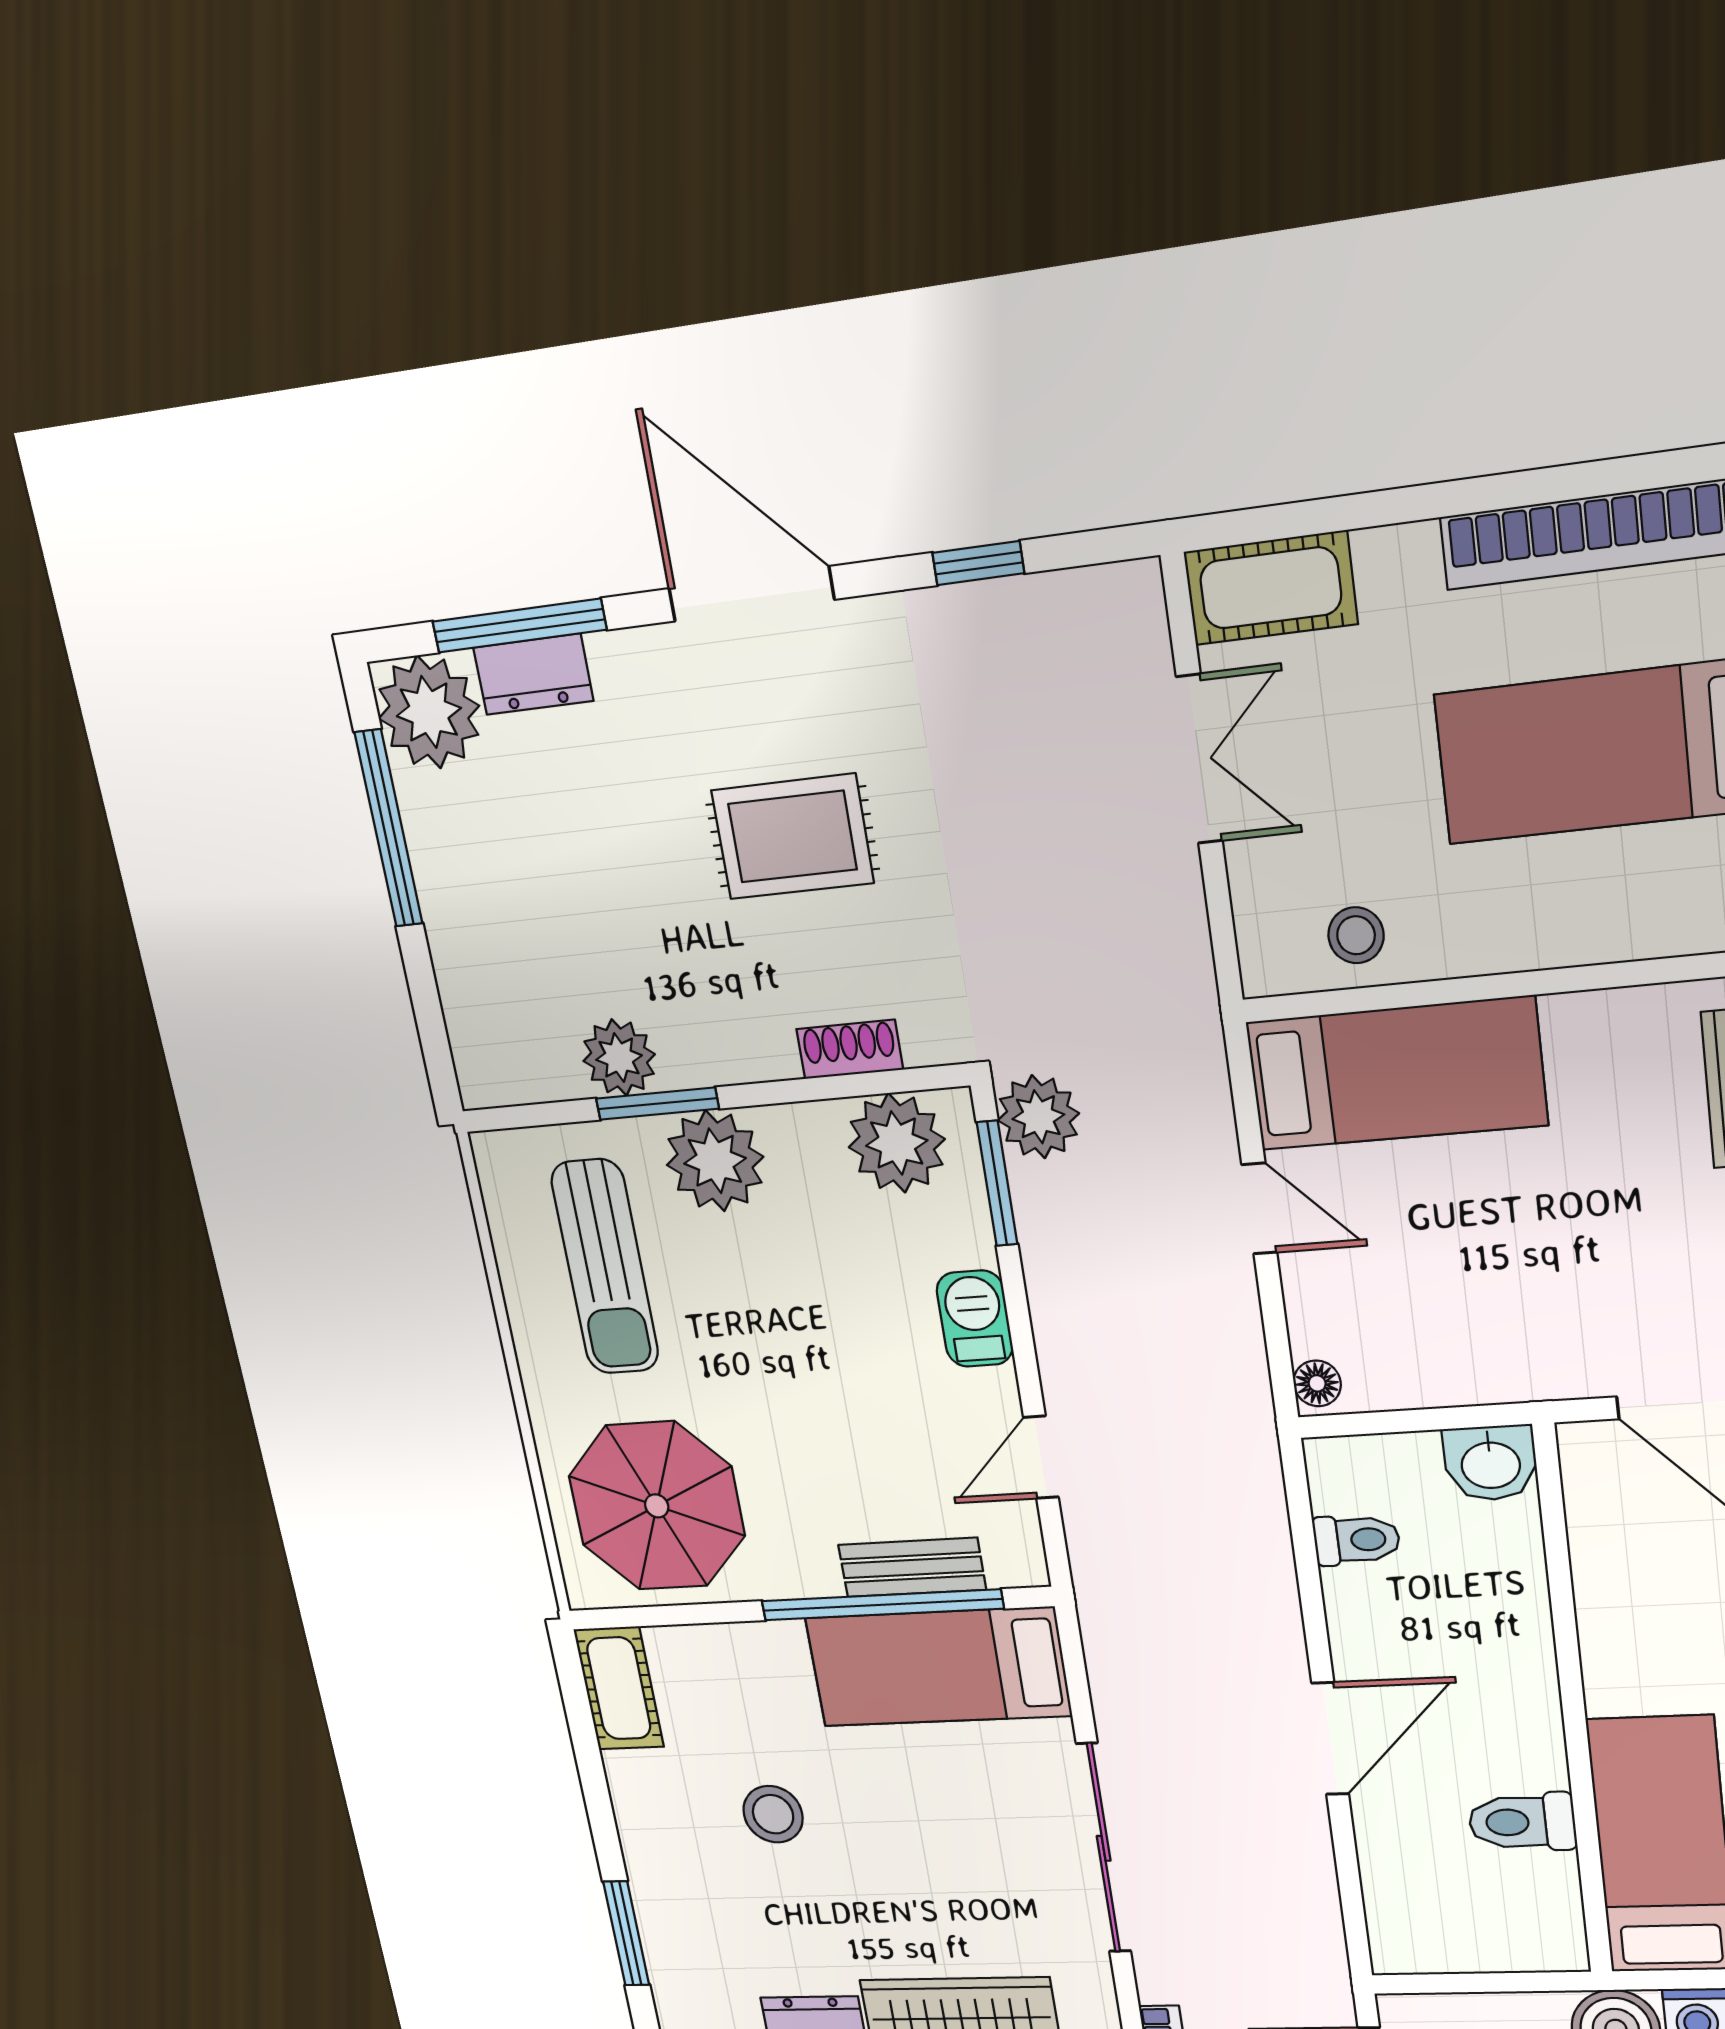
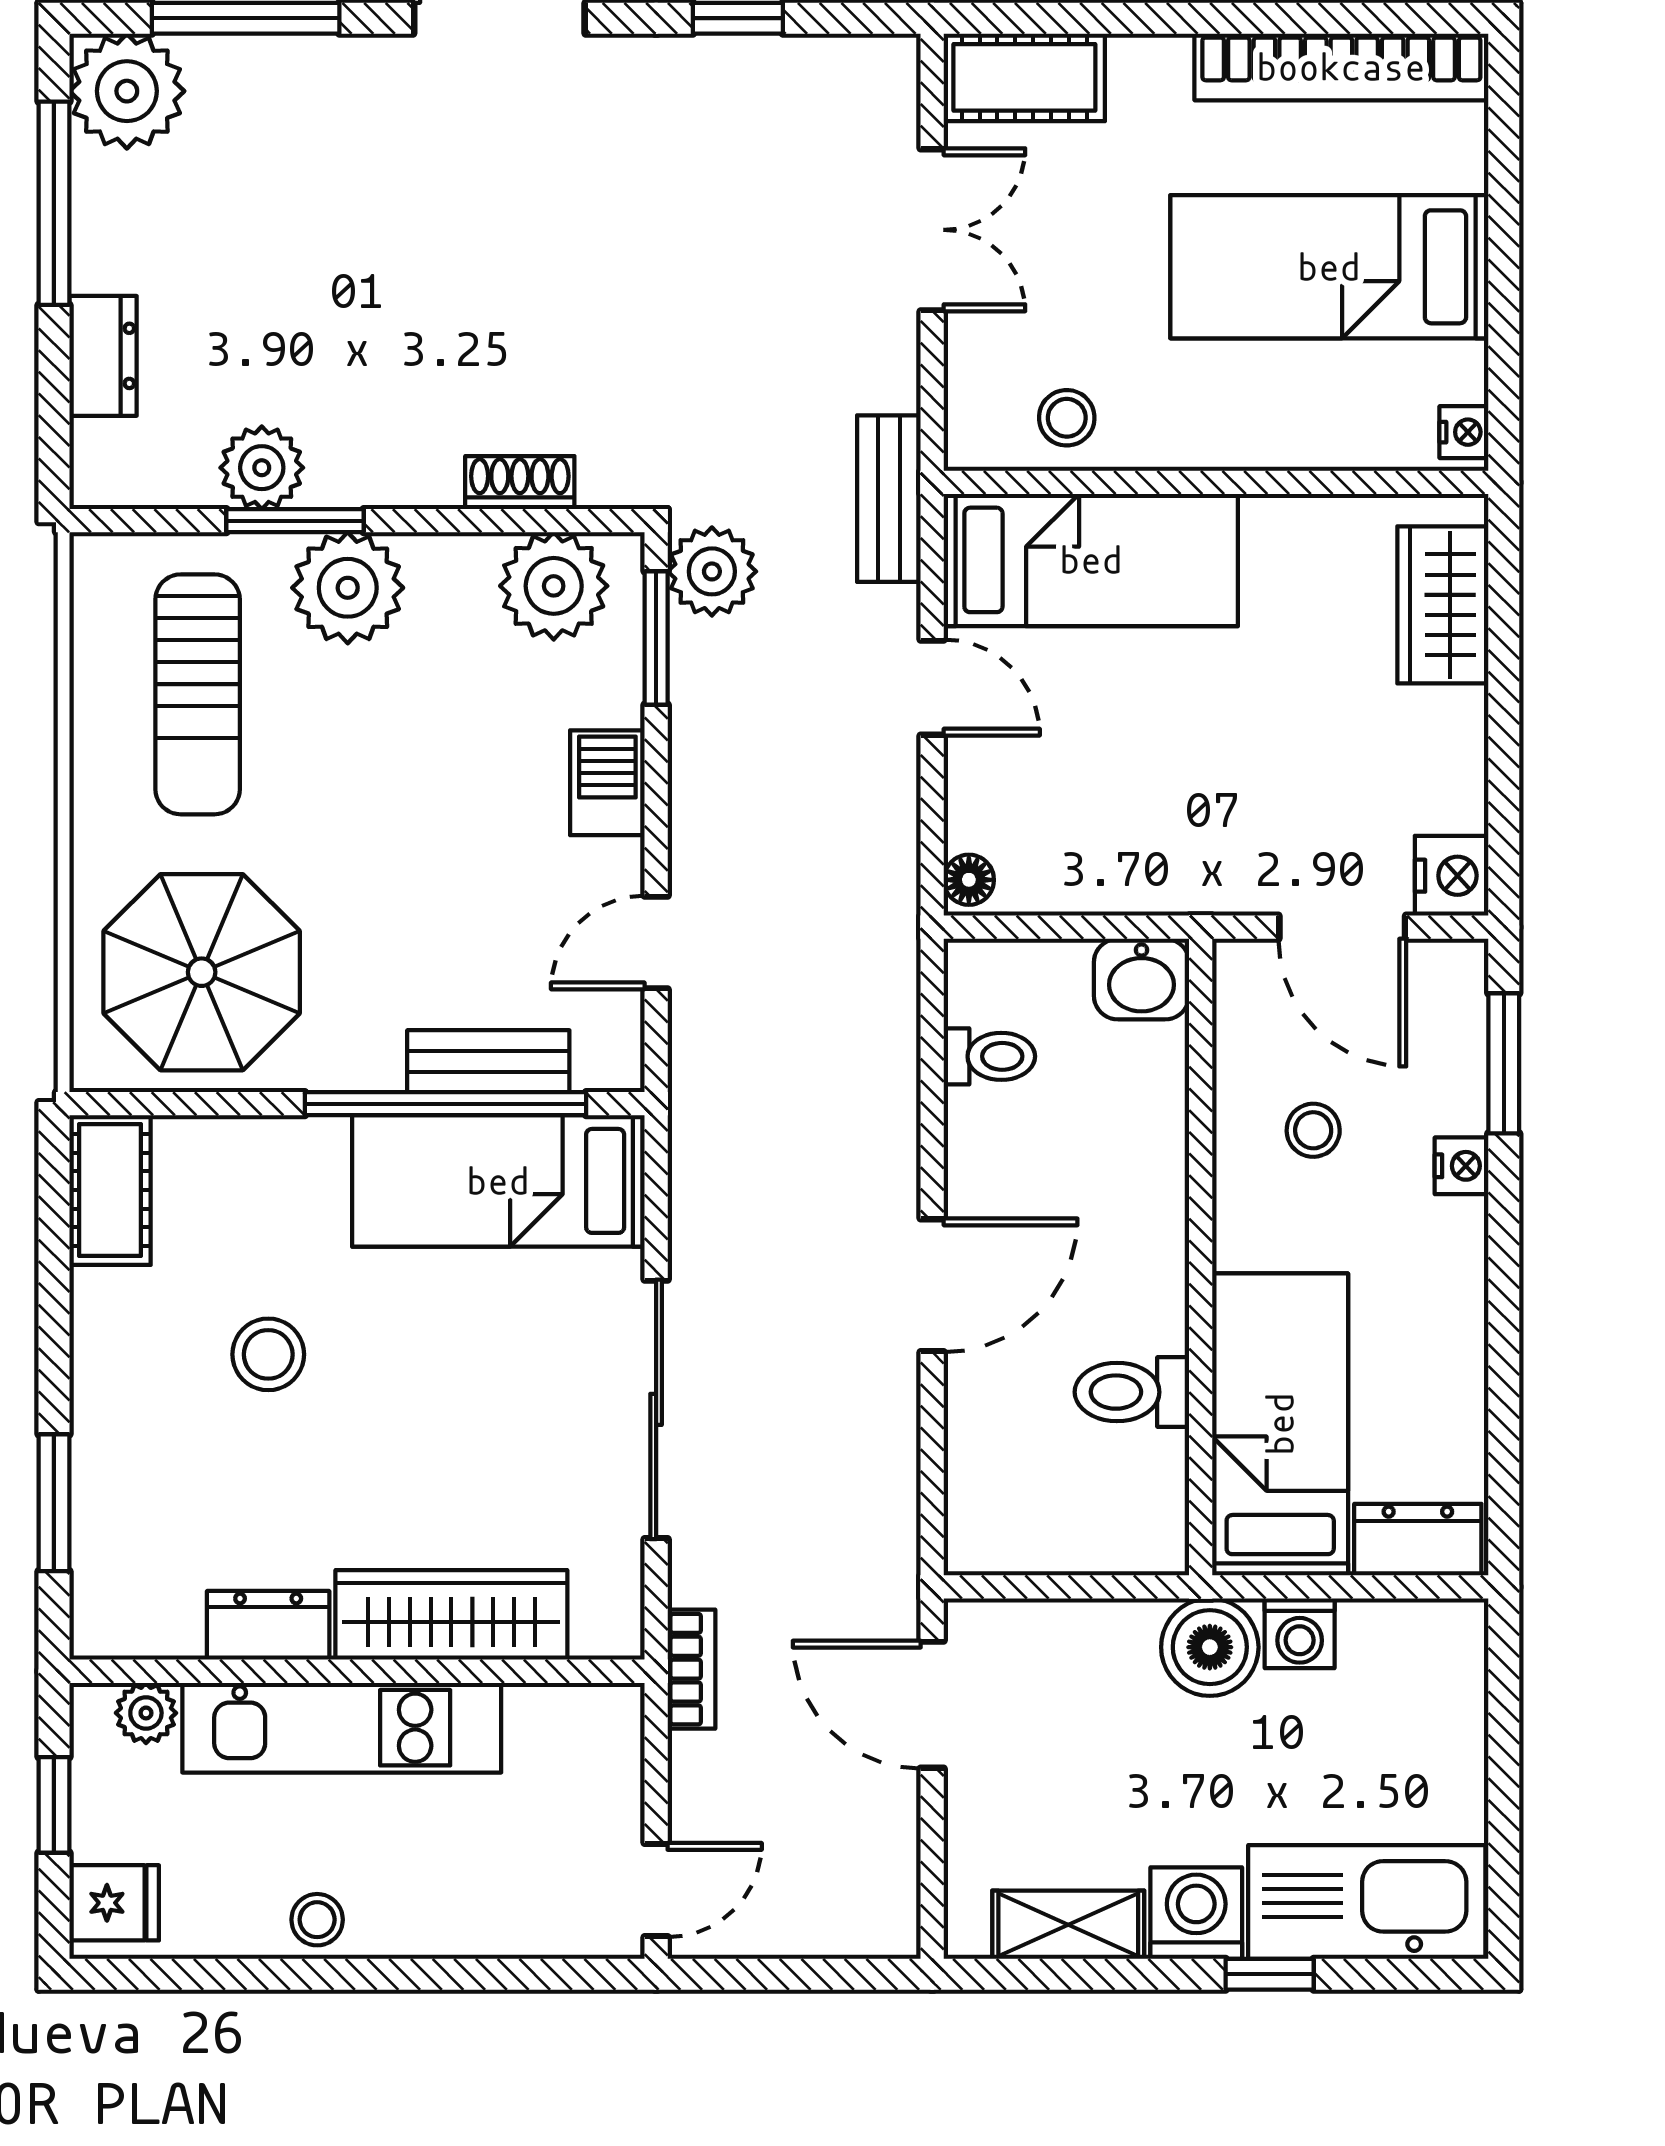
dresser: (533, 674) -> (103, 356), moved, turned -90
rug: (792, 837) -> (498, 259), removed
bench: (1194, 1032) -> (889, 499), added
stool: (1669, 1590) -> (1313, 1130), added

